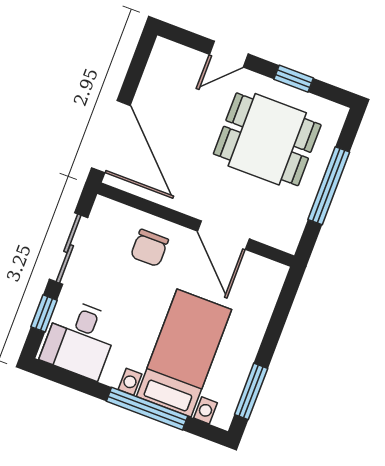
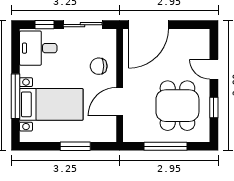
window: (251, 391) -> (75, 146), moved

